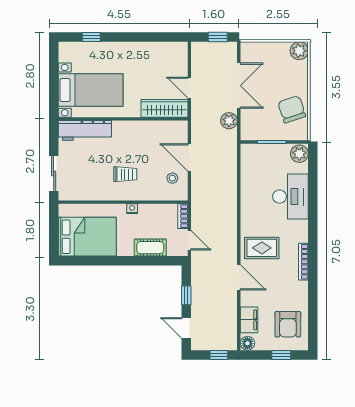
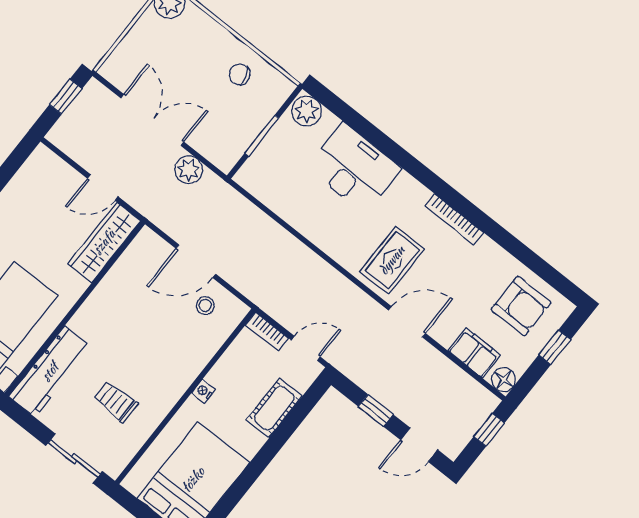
chair: (292, 109) -> (240, 74), width x0.54, depth x0.54
trolley: (125, 174) -> (116, 401), moved, turned -90

